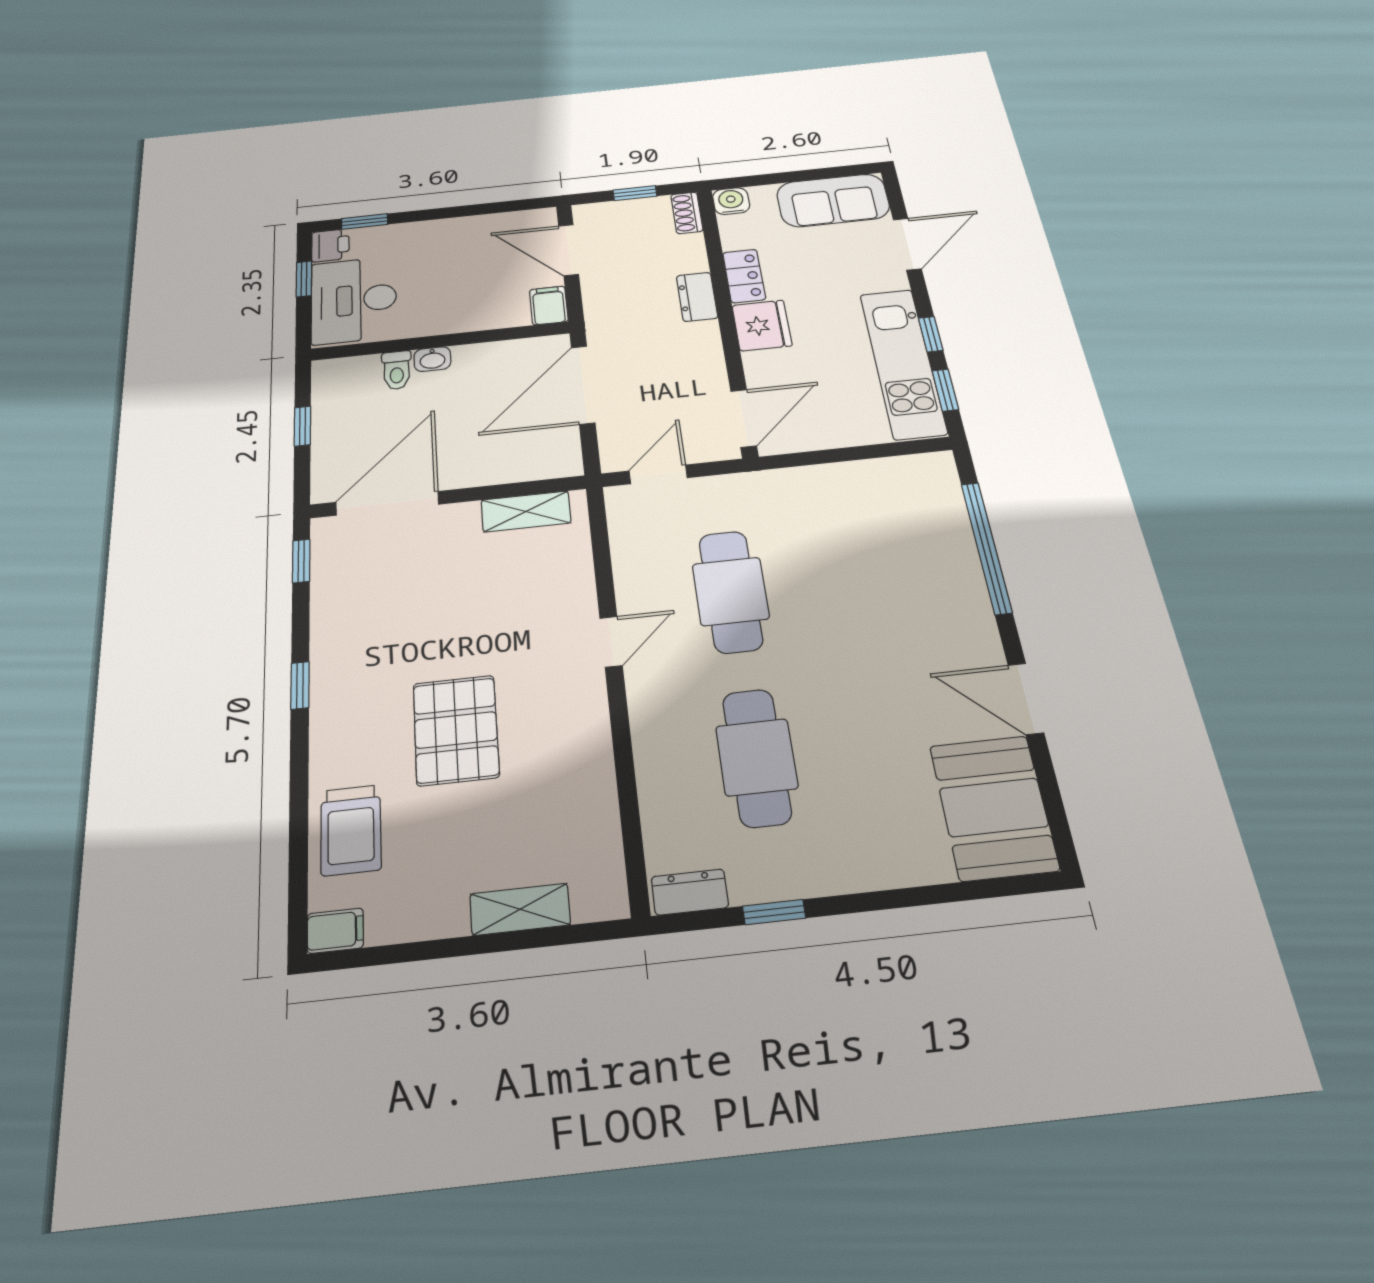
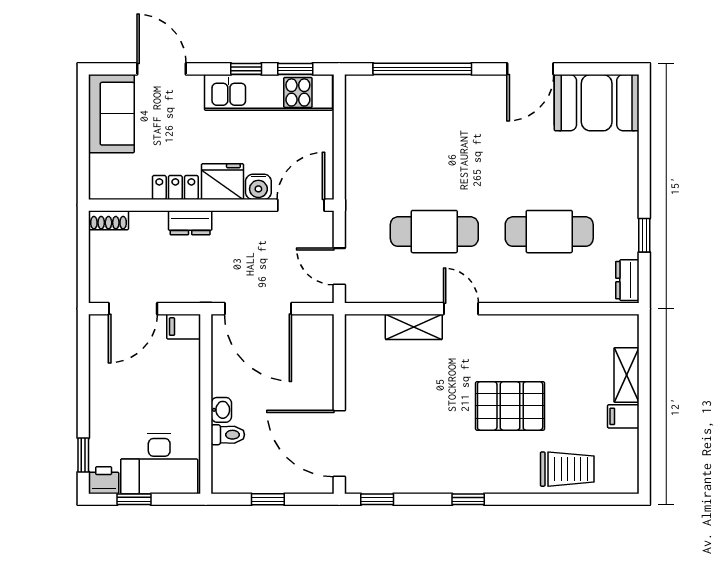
window: (635, 193) -> (83, 256), removed
water cooler: (731, 201) -> (258, 187), moved, turned -90
door: (744, 418) -> (301, 205), hinge flipped
shelving: (526, 511) -> (414, 327), moved, turned 90
filing cabinet: (335, 931) -> (623, 416), moved, turned -90

